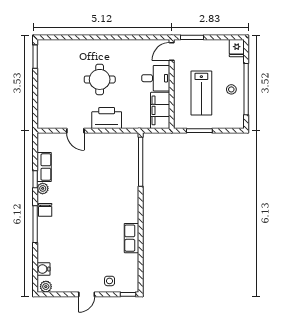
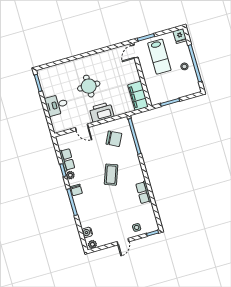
desk: (156, 78) -> (57, 105), moved, turned 180
lab bench: (201, 93) -> (159, 57), moved
chair: (113, 157) -> (114, 139), added
coffee table: (96, 203) -> (111, 175), added

